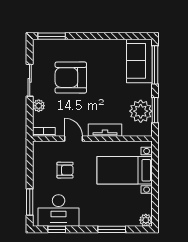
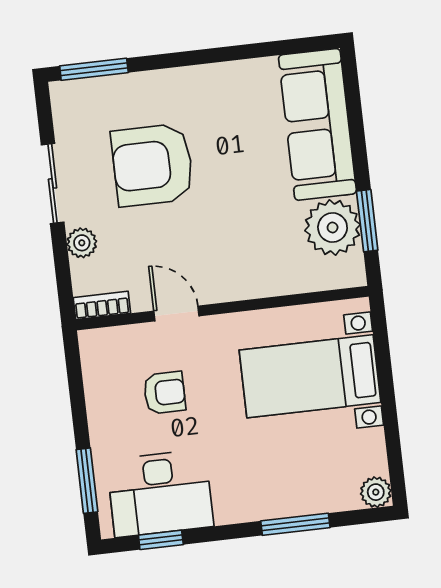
sofa: (139, 61) -> (317, 124), width x1.36
window: (155, 65) -> (354, 110), removed
tv unit: (105, 130) -> (251, 284), removed

